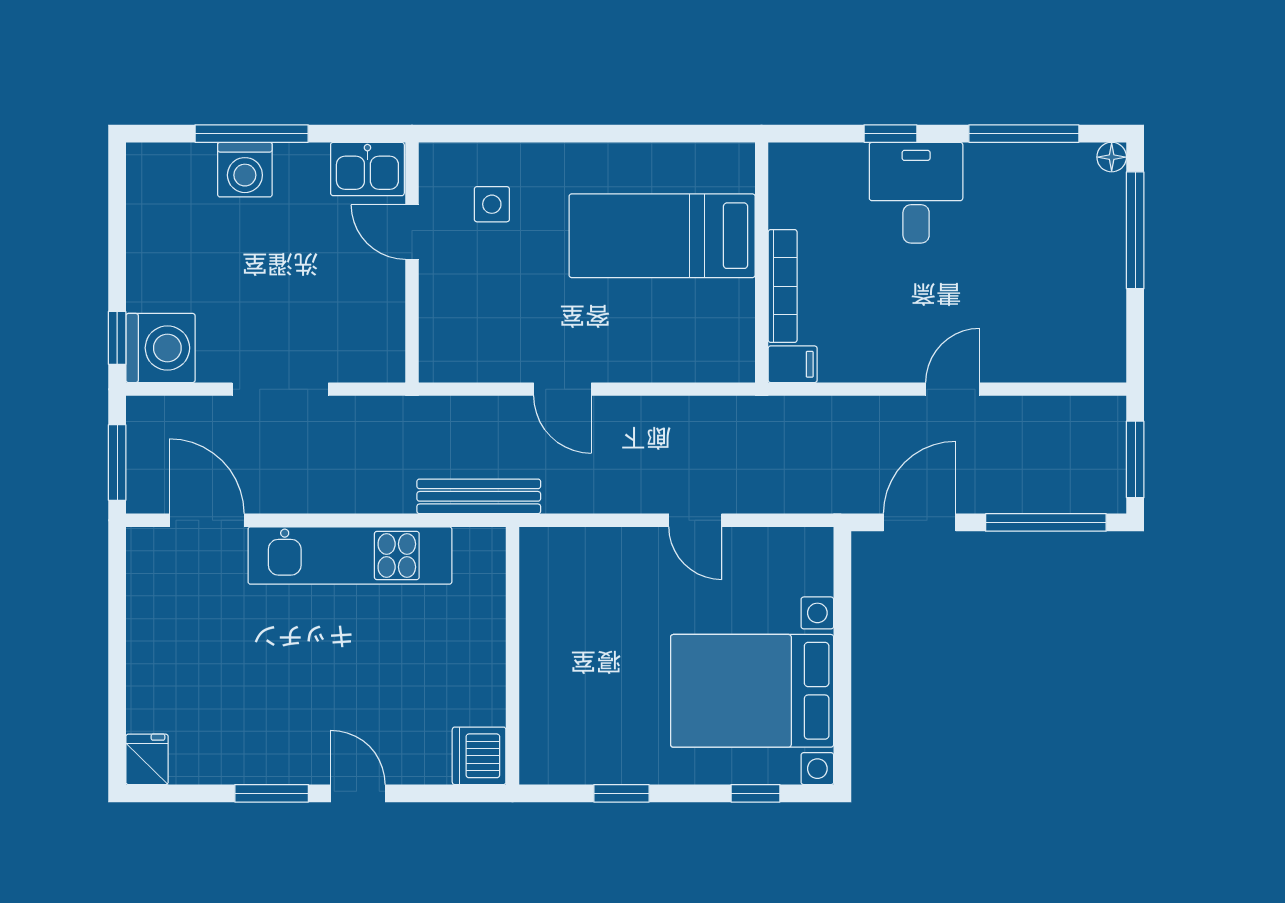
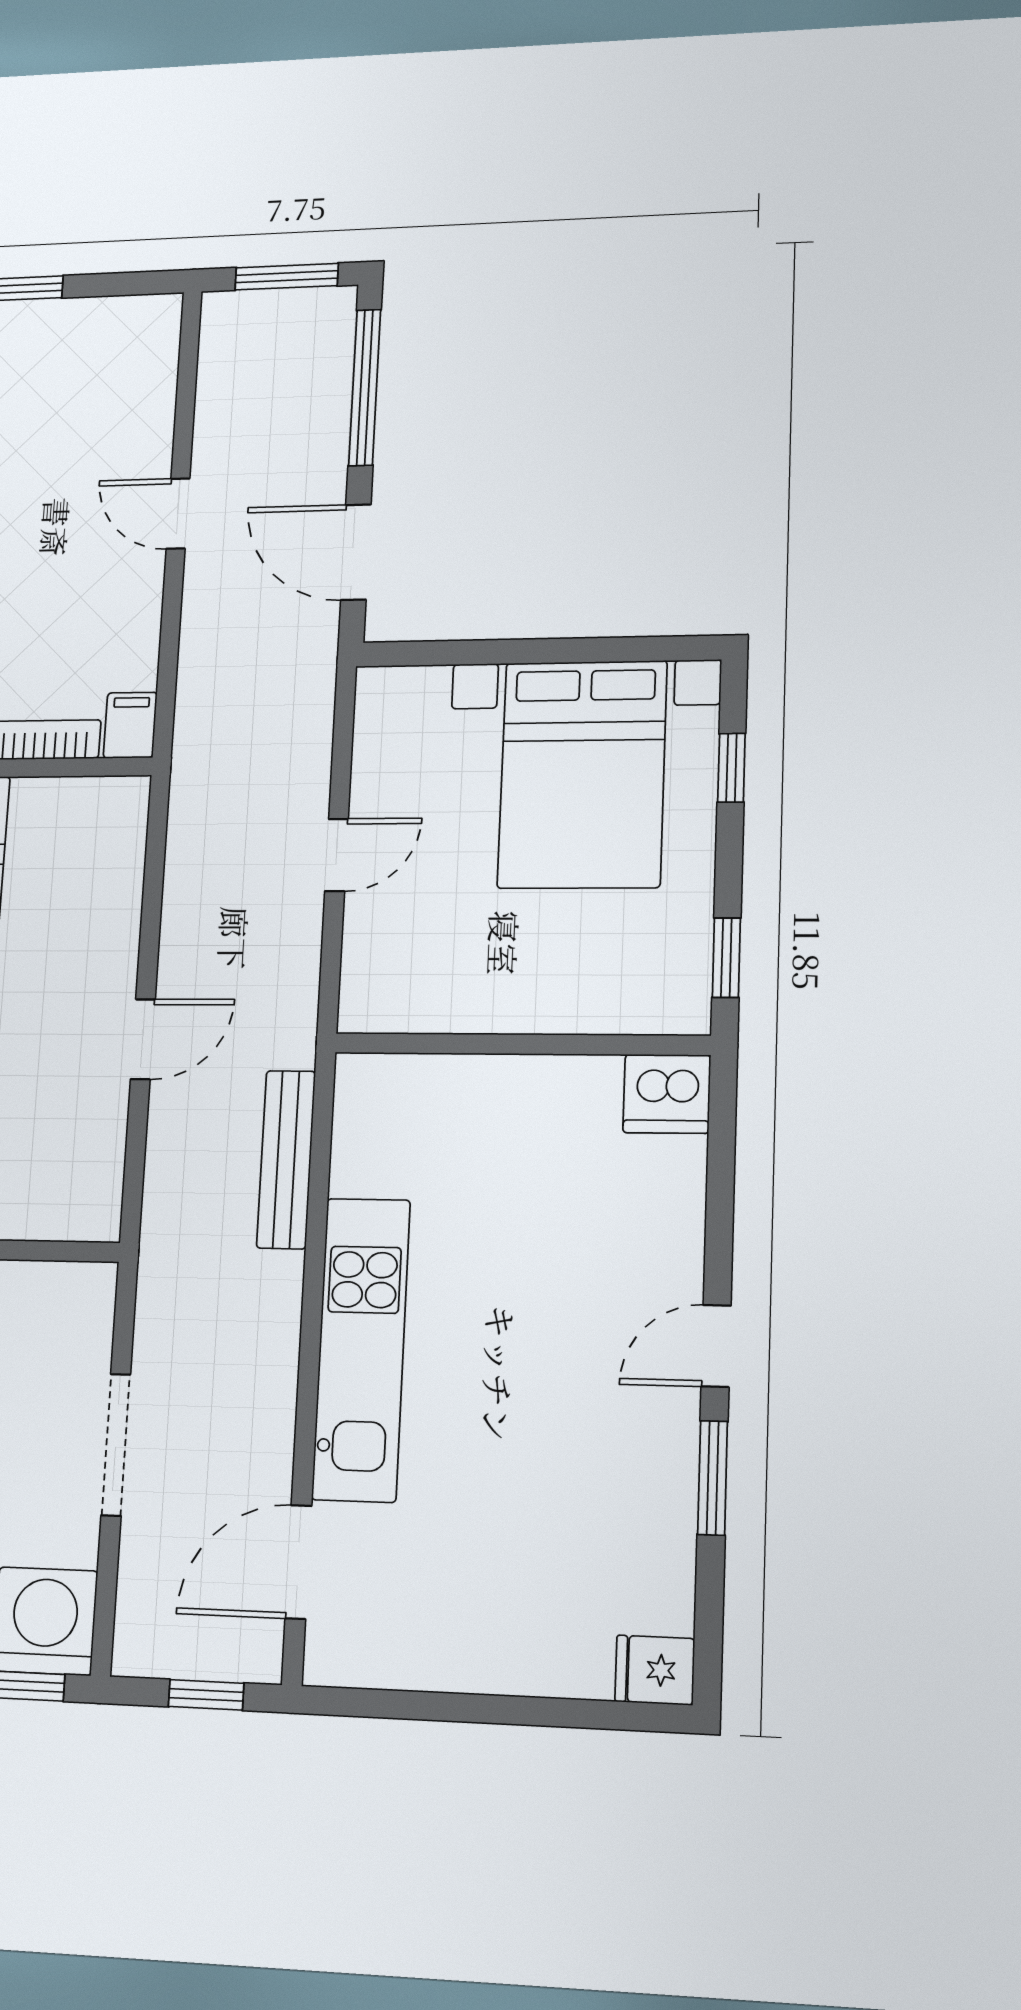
window: (117, 463) -> (206, 1695), width x0.67
wall: (513, 656) -> (521, 1044), moved
dishwasher: (479, 756) -> (667, 1094), moved

